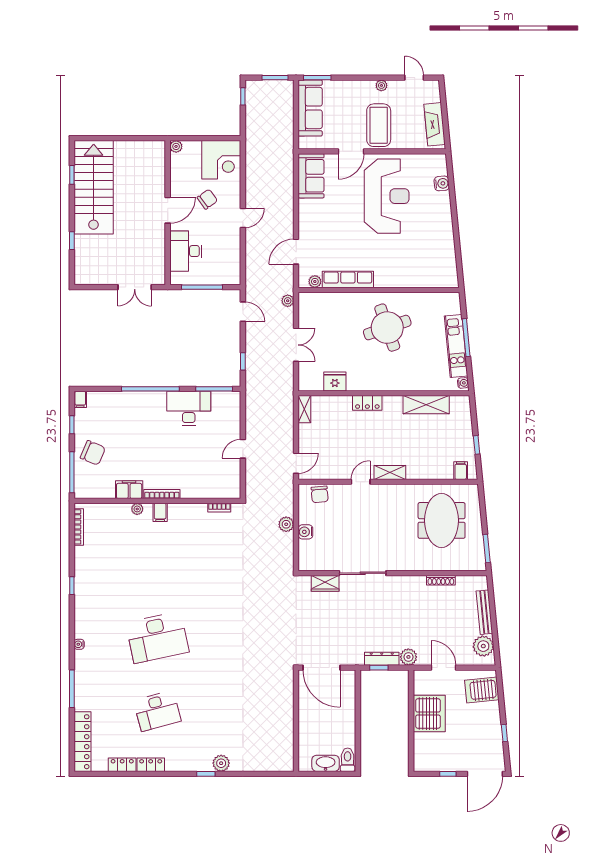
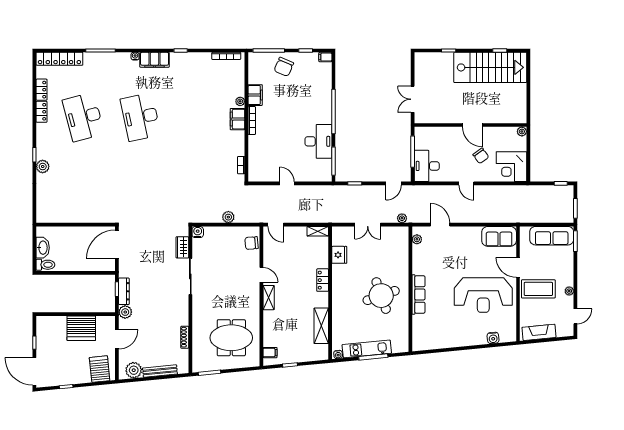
desk: (186, 251) -> (427, 166), moved, turned -90
row of seats: (348, 280) -> (418, 294), moved
filing cabinet: (160, 512) -> (238, 119), width x2.00
water cooler: (305, 532) -> (198, 232), moved
filing cabinet: (84, 619) -> (155, 60), added
desk: (157, 711) -> (83, 117), width x1.36, depth x1.30

